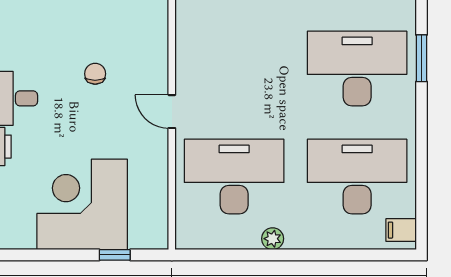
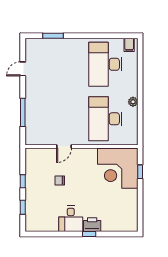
desk: (357, 68) -> (57, 64), removed
door: (172, 112) -> (64, 146), moved
corner desk: (82, 204) -> (118, 168), moved

